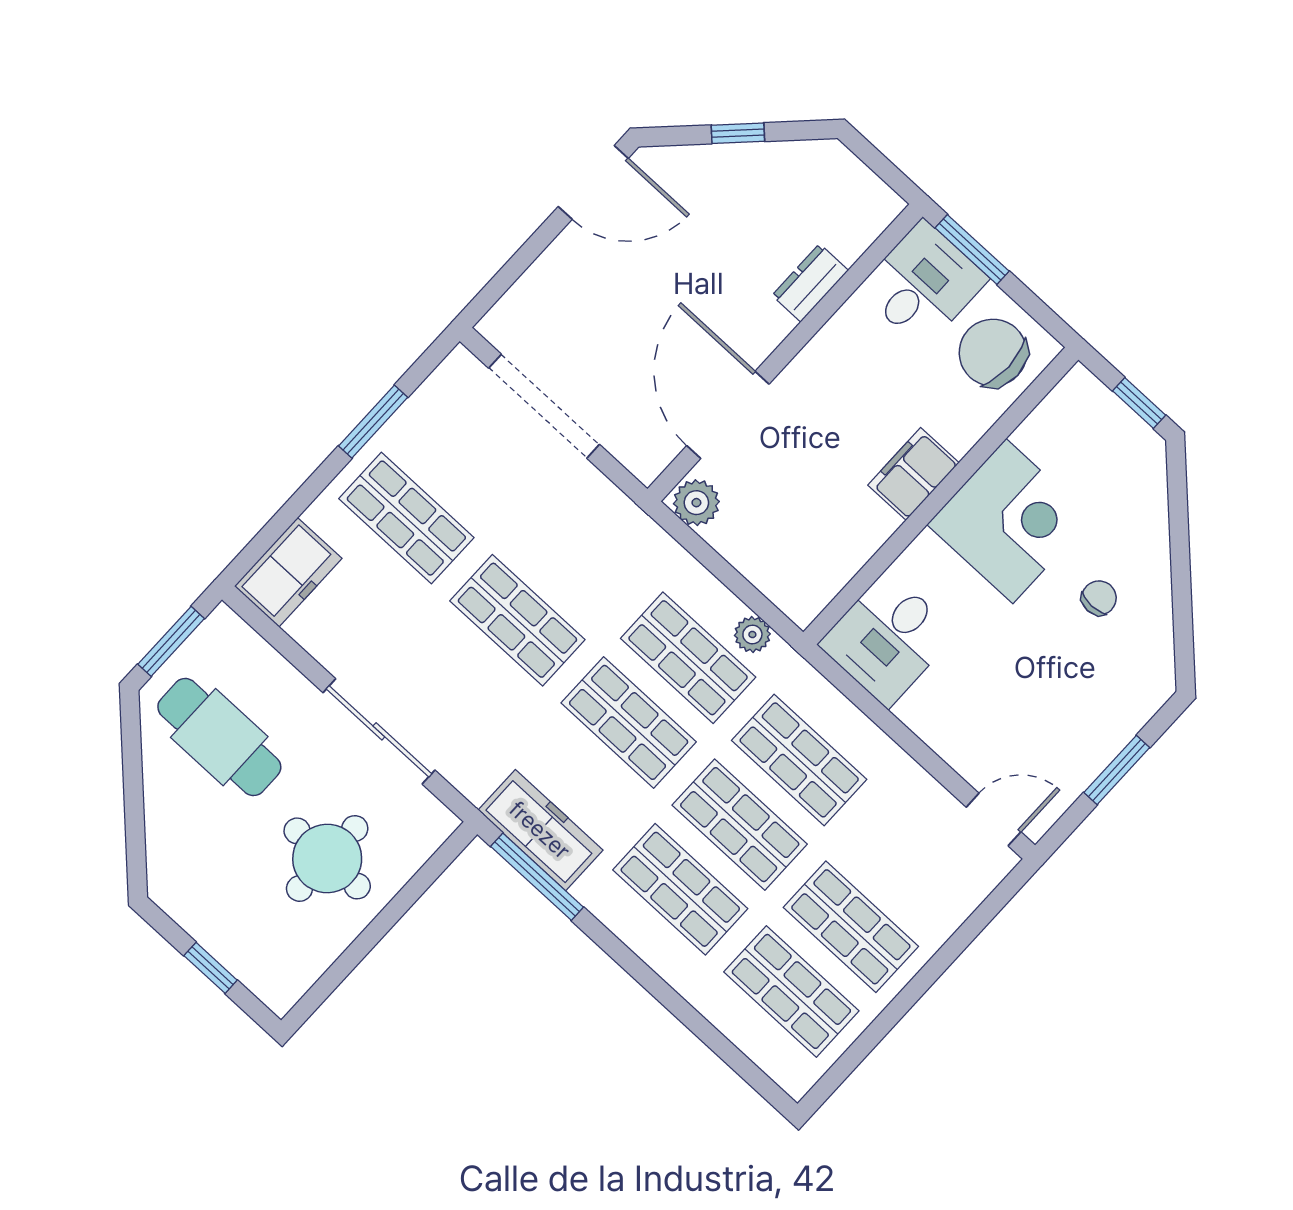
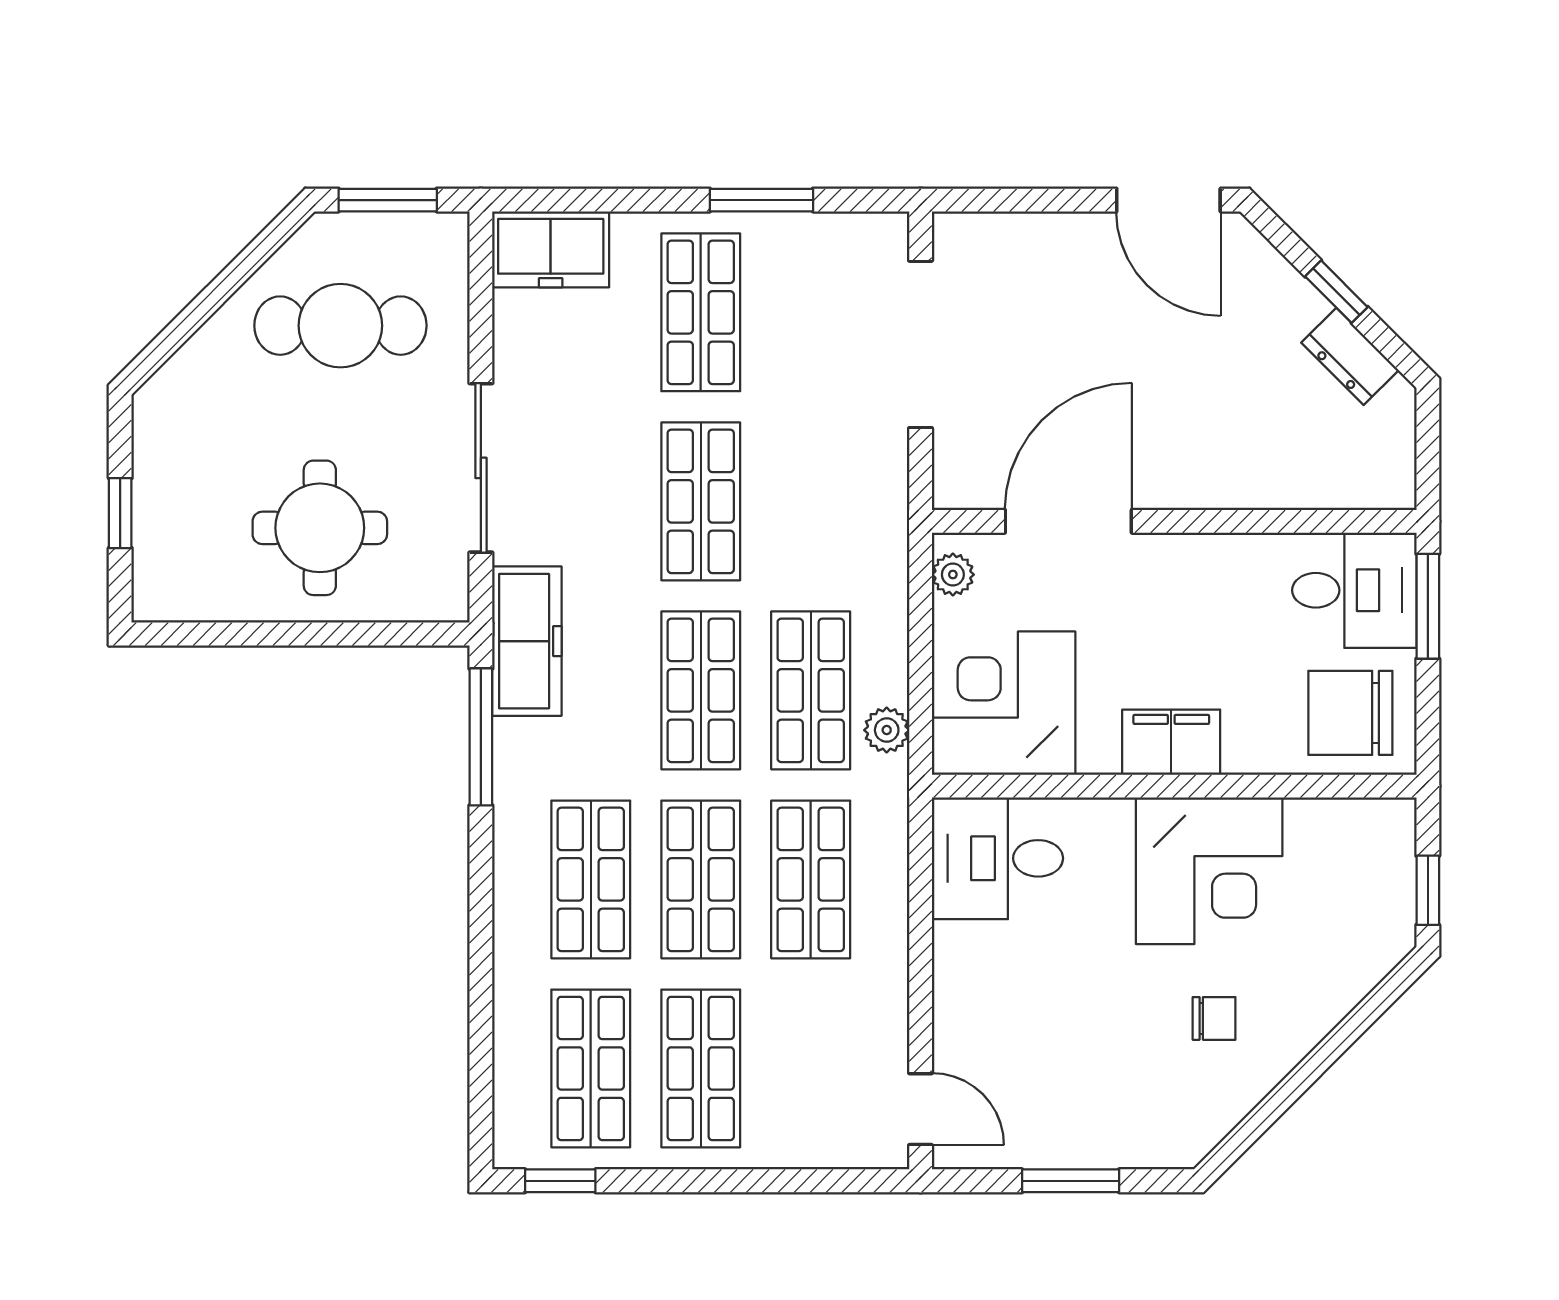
dresser: (810, 283) -> (1350, 356), moved, turned -135
chair: (993, 353) -> (1350, 713), turned -90
plant: (696, 503) -> (953, 575), width x0.73, depth x0.73
corner desk: (800, 551) -> (1004, 703), added
cafe table: (219, 737) -> (340, 326), turned 90
freezer: (540, 830) -> (527, 641), moved
window: (841, 1070) -> (560, 1181), added

